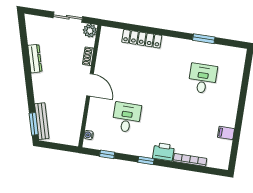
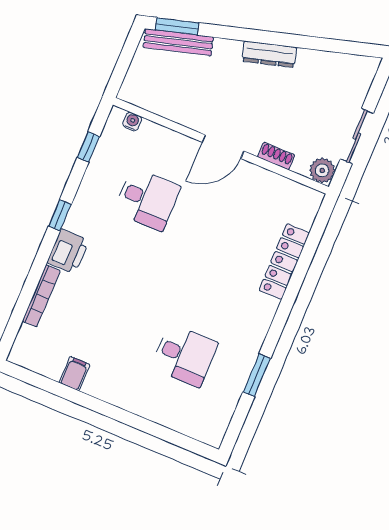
dresser: (35, 59) -> (269, 54), moved

